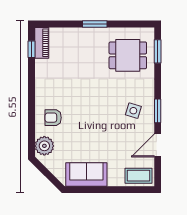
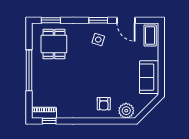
window: (95, 24) -> (29, 70), width x2.11

